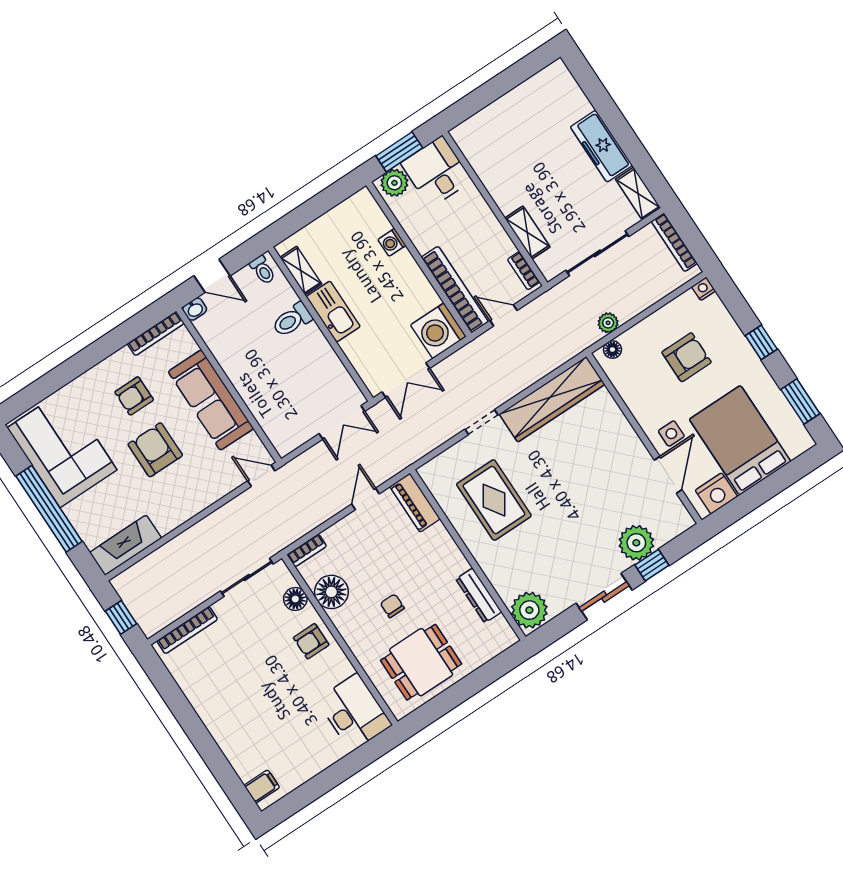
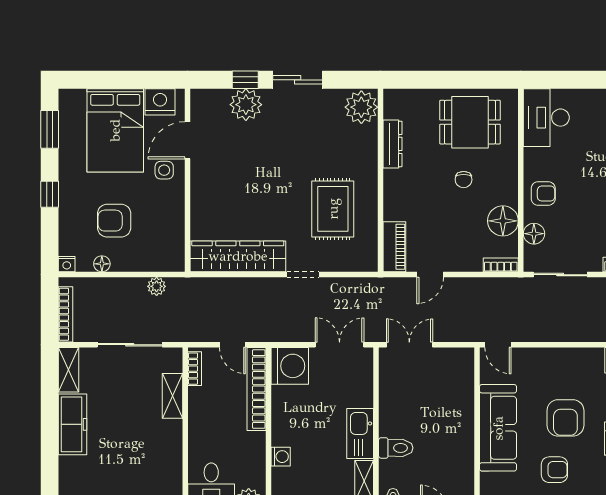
floor lamp: (612, 350) -> (102, 264), moved

